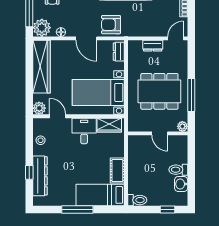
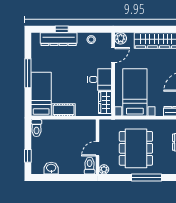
window: (191, 95) -> (147, 177), moved
toilet: (178, 170) -> (90, 166), moved

